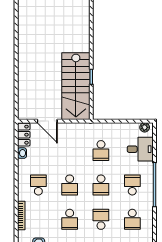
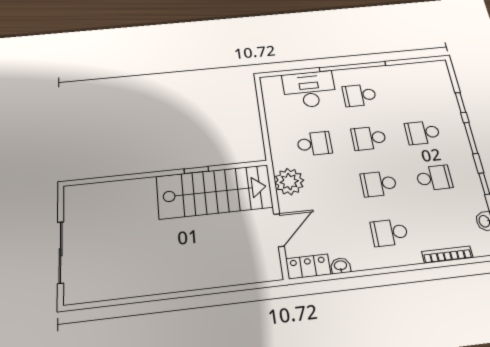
plant: (145, 127) -> (289, 182), moved, width x1.88, depth x1.88
desk: (140, 149) -> (309, 89), width x1.37
school desk: (70, 185) -> (379, 184), turned 180
school desk: (101, 185) -> (369, 138), turned 180
school desk: (132, 219) -> (411, 90), removed

